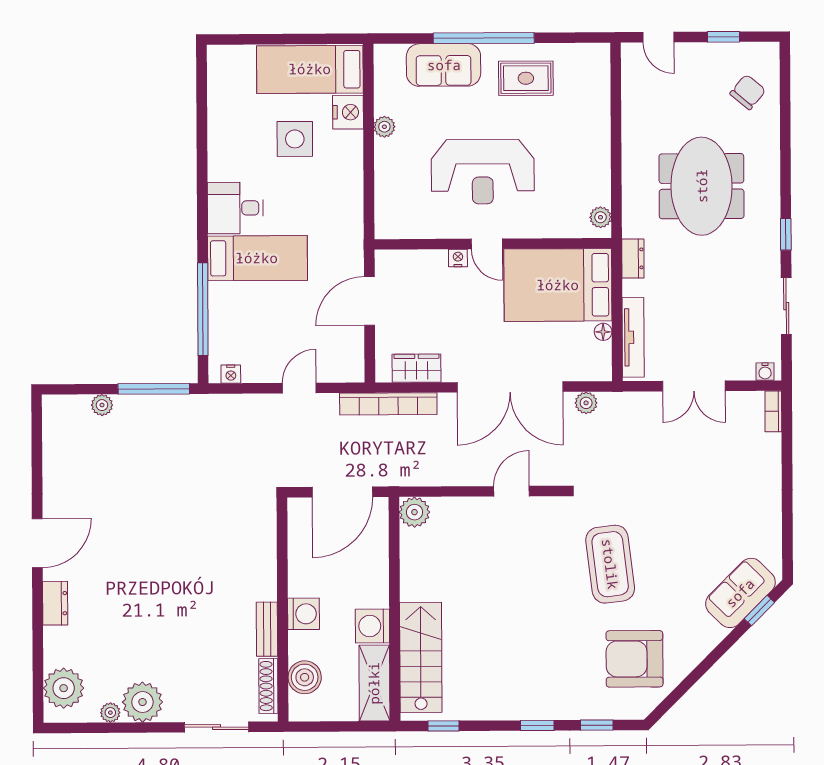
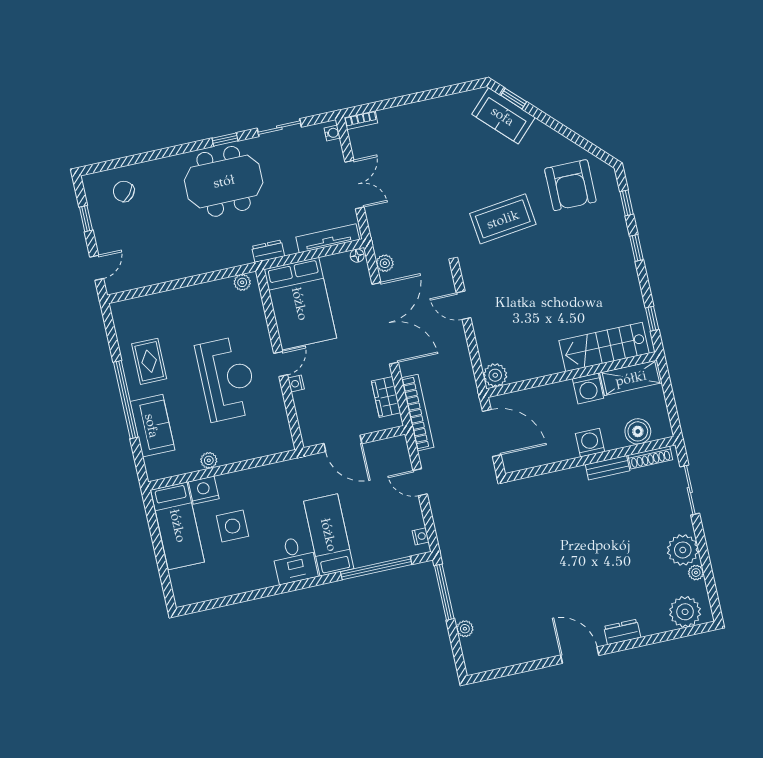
meeting table: (702, 186) -> (224, 181), moved
floor lamp: (603, 332) -> (357, 256), moved

